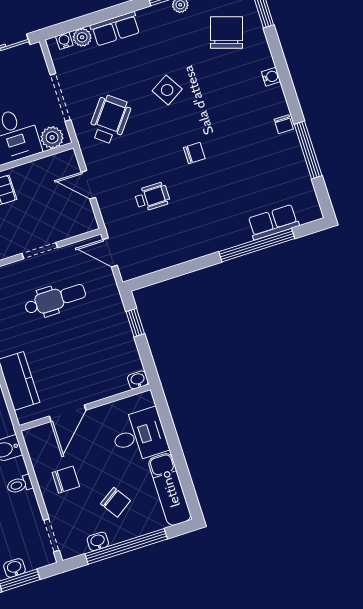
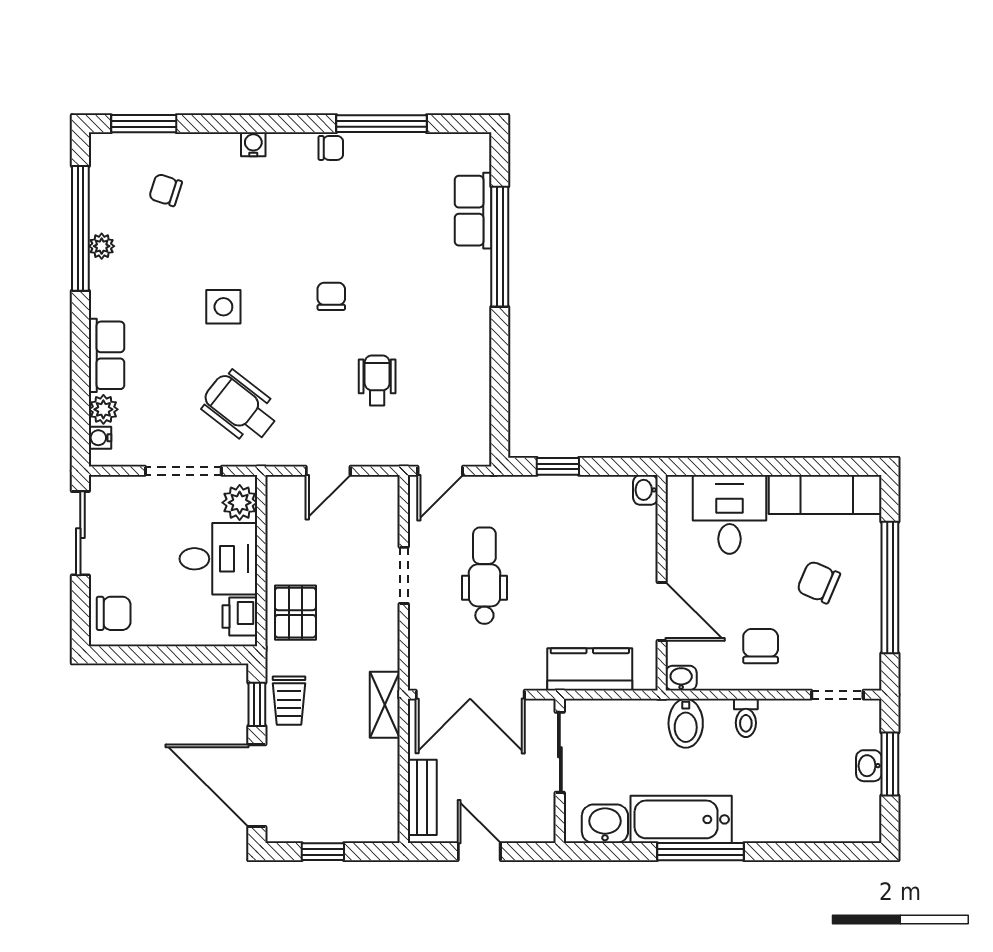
chair: (226, 32) -> (165, 190), width x0.54, depth x0.54
side table: (167, 90) -> (223, 307), turned 31
chair: (116, 502) -> (818, 582), turned -123
washbasin: (98, 541) -> (681, 678), moved, turned 90

